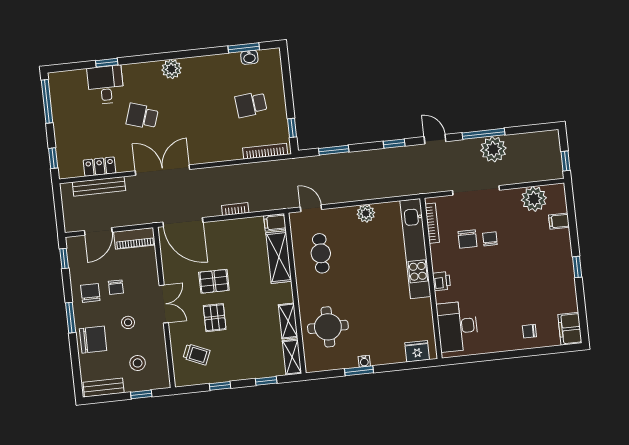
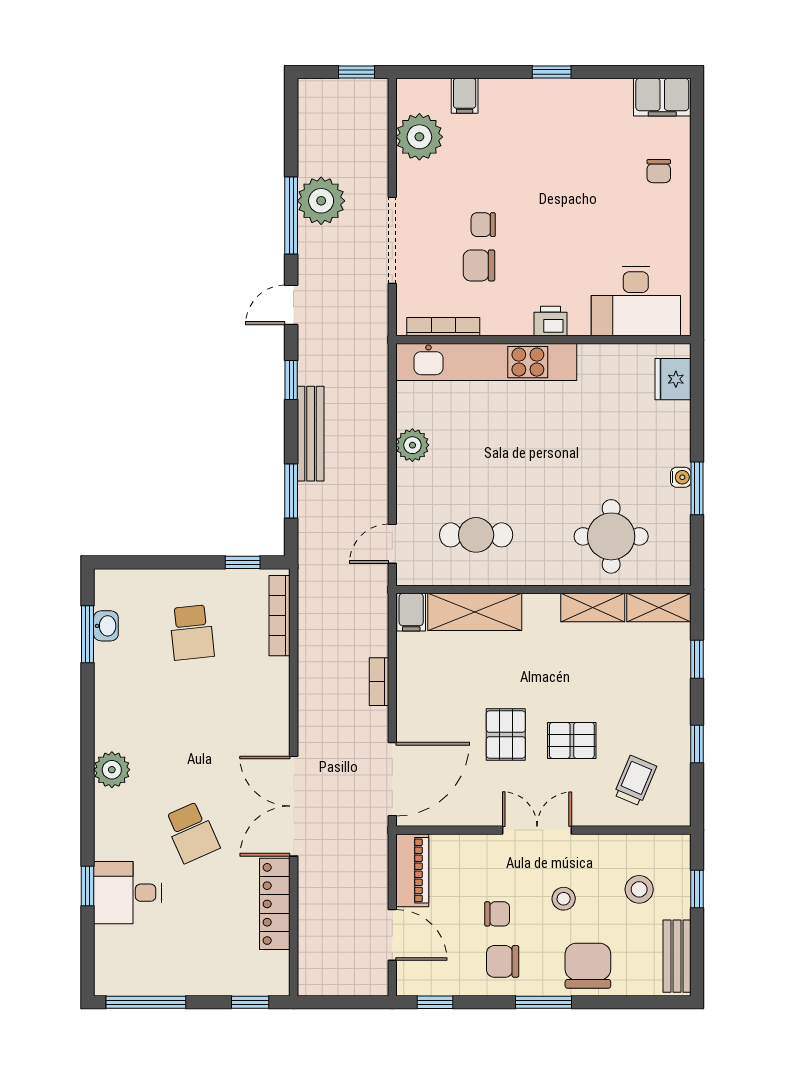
school desk: (142, 116) -> (192, 832), turned -42
locker: (100, 167) -> (275, 904), width x1.53
bench: (99, 186) -> (311, 434), moved
chair: (467, 239) -> (479, 265), turned 180

